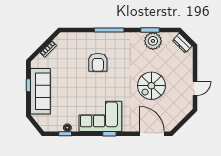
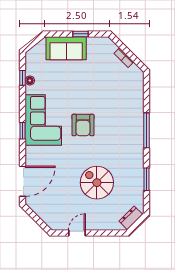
plant: (153, 41) -> (134, 183), removed
armchair: (98, 62) -> (83, 125), moved, turned -90
spiral stairs: (151, 86) -> (97, 183), moved
door: (195, 88) -> (77, 233), swing flipped
sofa: (40, 91) -> (66, 48), width x0.73

